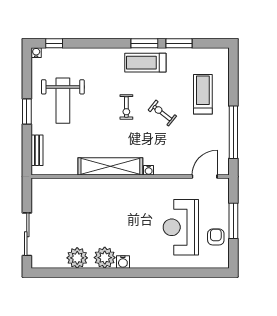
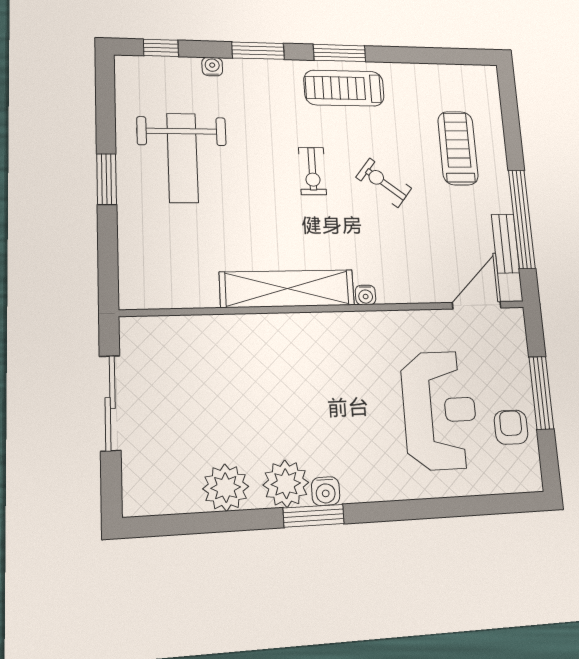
window: (179, 43) -> (258, 51), moved
water cooler: (36, 53) -> (212, 67), moved
bench: (37, 150) -> (506, 243), moved
reception desk: (181, 227) -> (440, 410), turned 180
sliding door: (27, 234) -> (110, 403), moved
window: (117, 273) -> (314, 516), added

